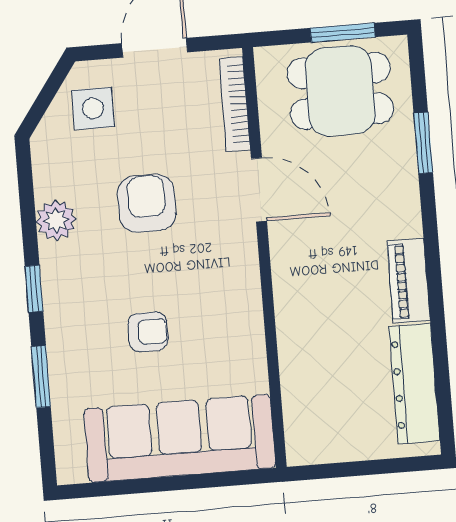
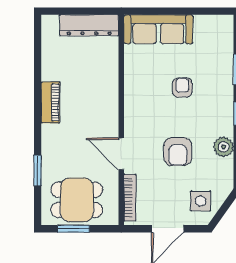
armchair: (148, 332) -> (182, 88), turned 90
dresser: (414, 384) -> (89, 25), moved, turned 90
sofa: (180, 438) -> (158, 29), width x0.74, depth x0.79

